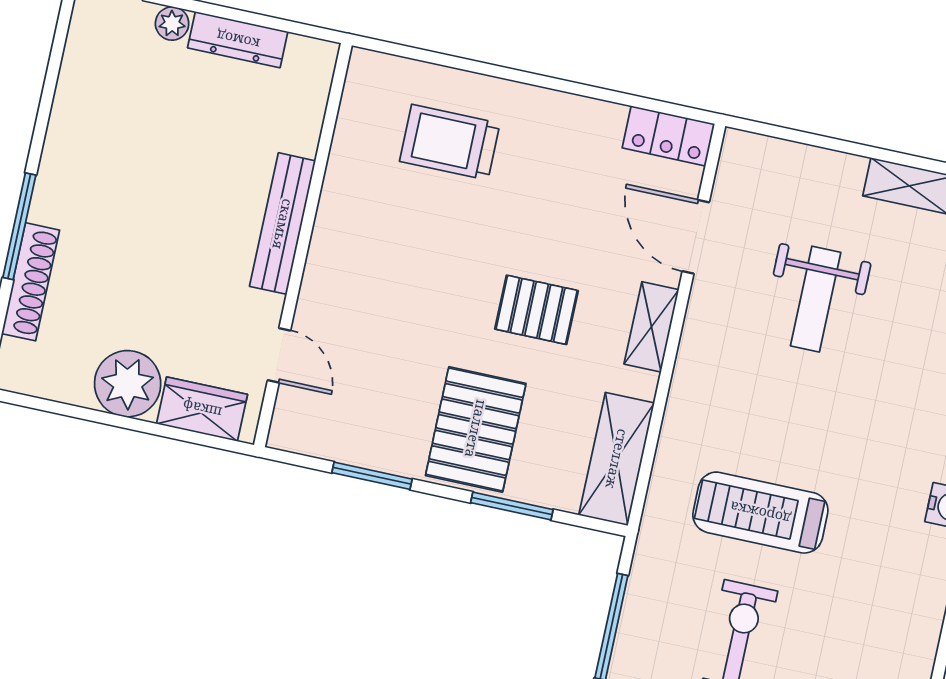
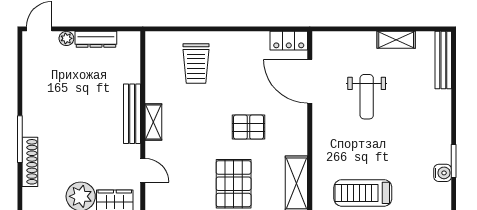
trolley: (450, 142) -> (196, 64), turned -90
door: (696, 237) -> (310, 81), width x1.36
shelving: (651, 327) -> (153, 122), moved

